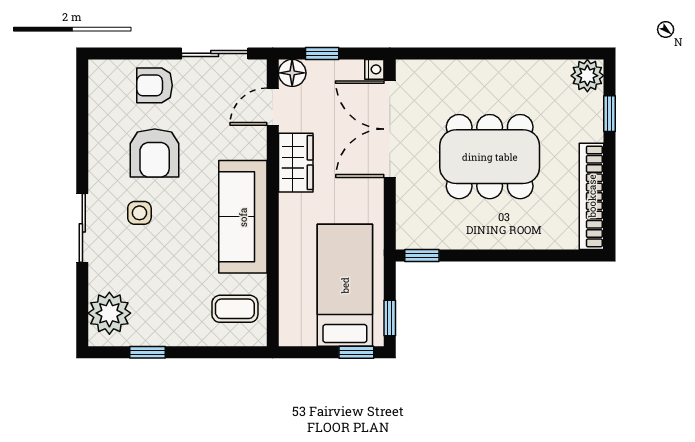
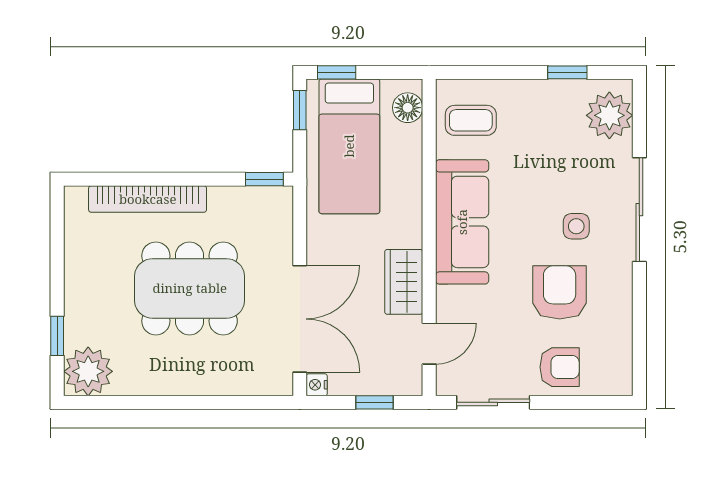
floor lamp: (292, 73) -> (408, 108), moved
plant: (587, 76) -> (88, 371), width x1.36, depth x1.36
bookcase: (592, 196) -> (148, 199), moved, turned 90
sliding door: (82, 228) -> (639, 210), width x1.37

